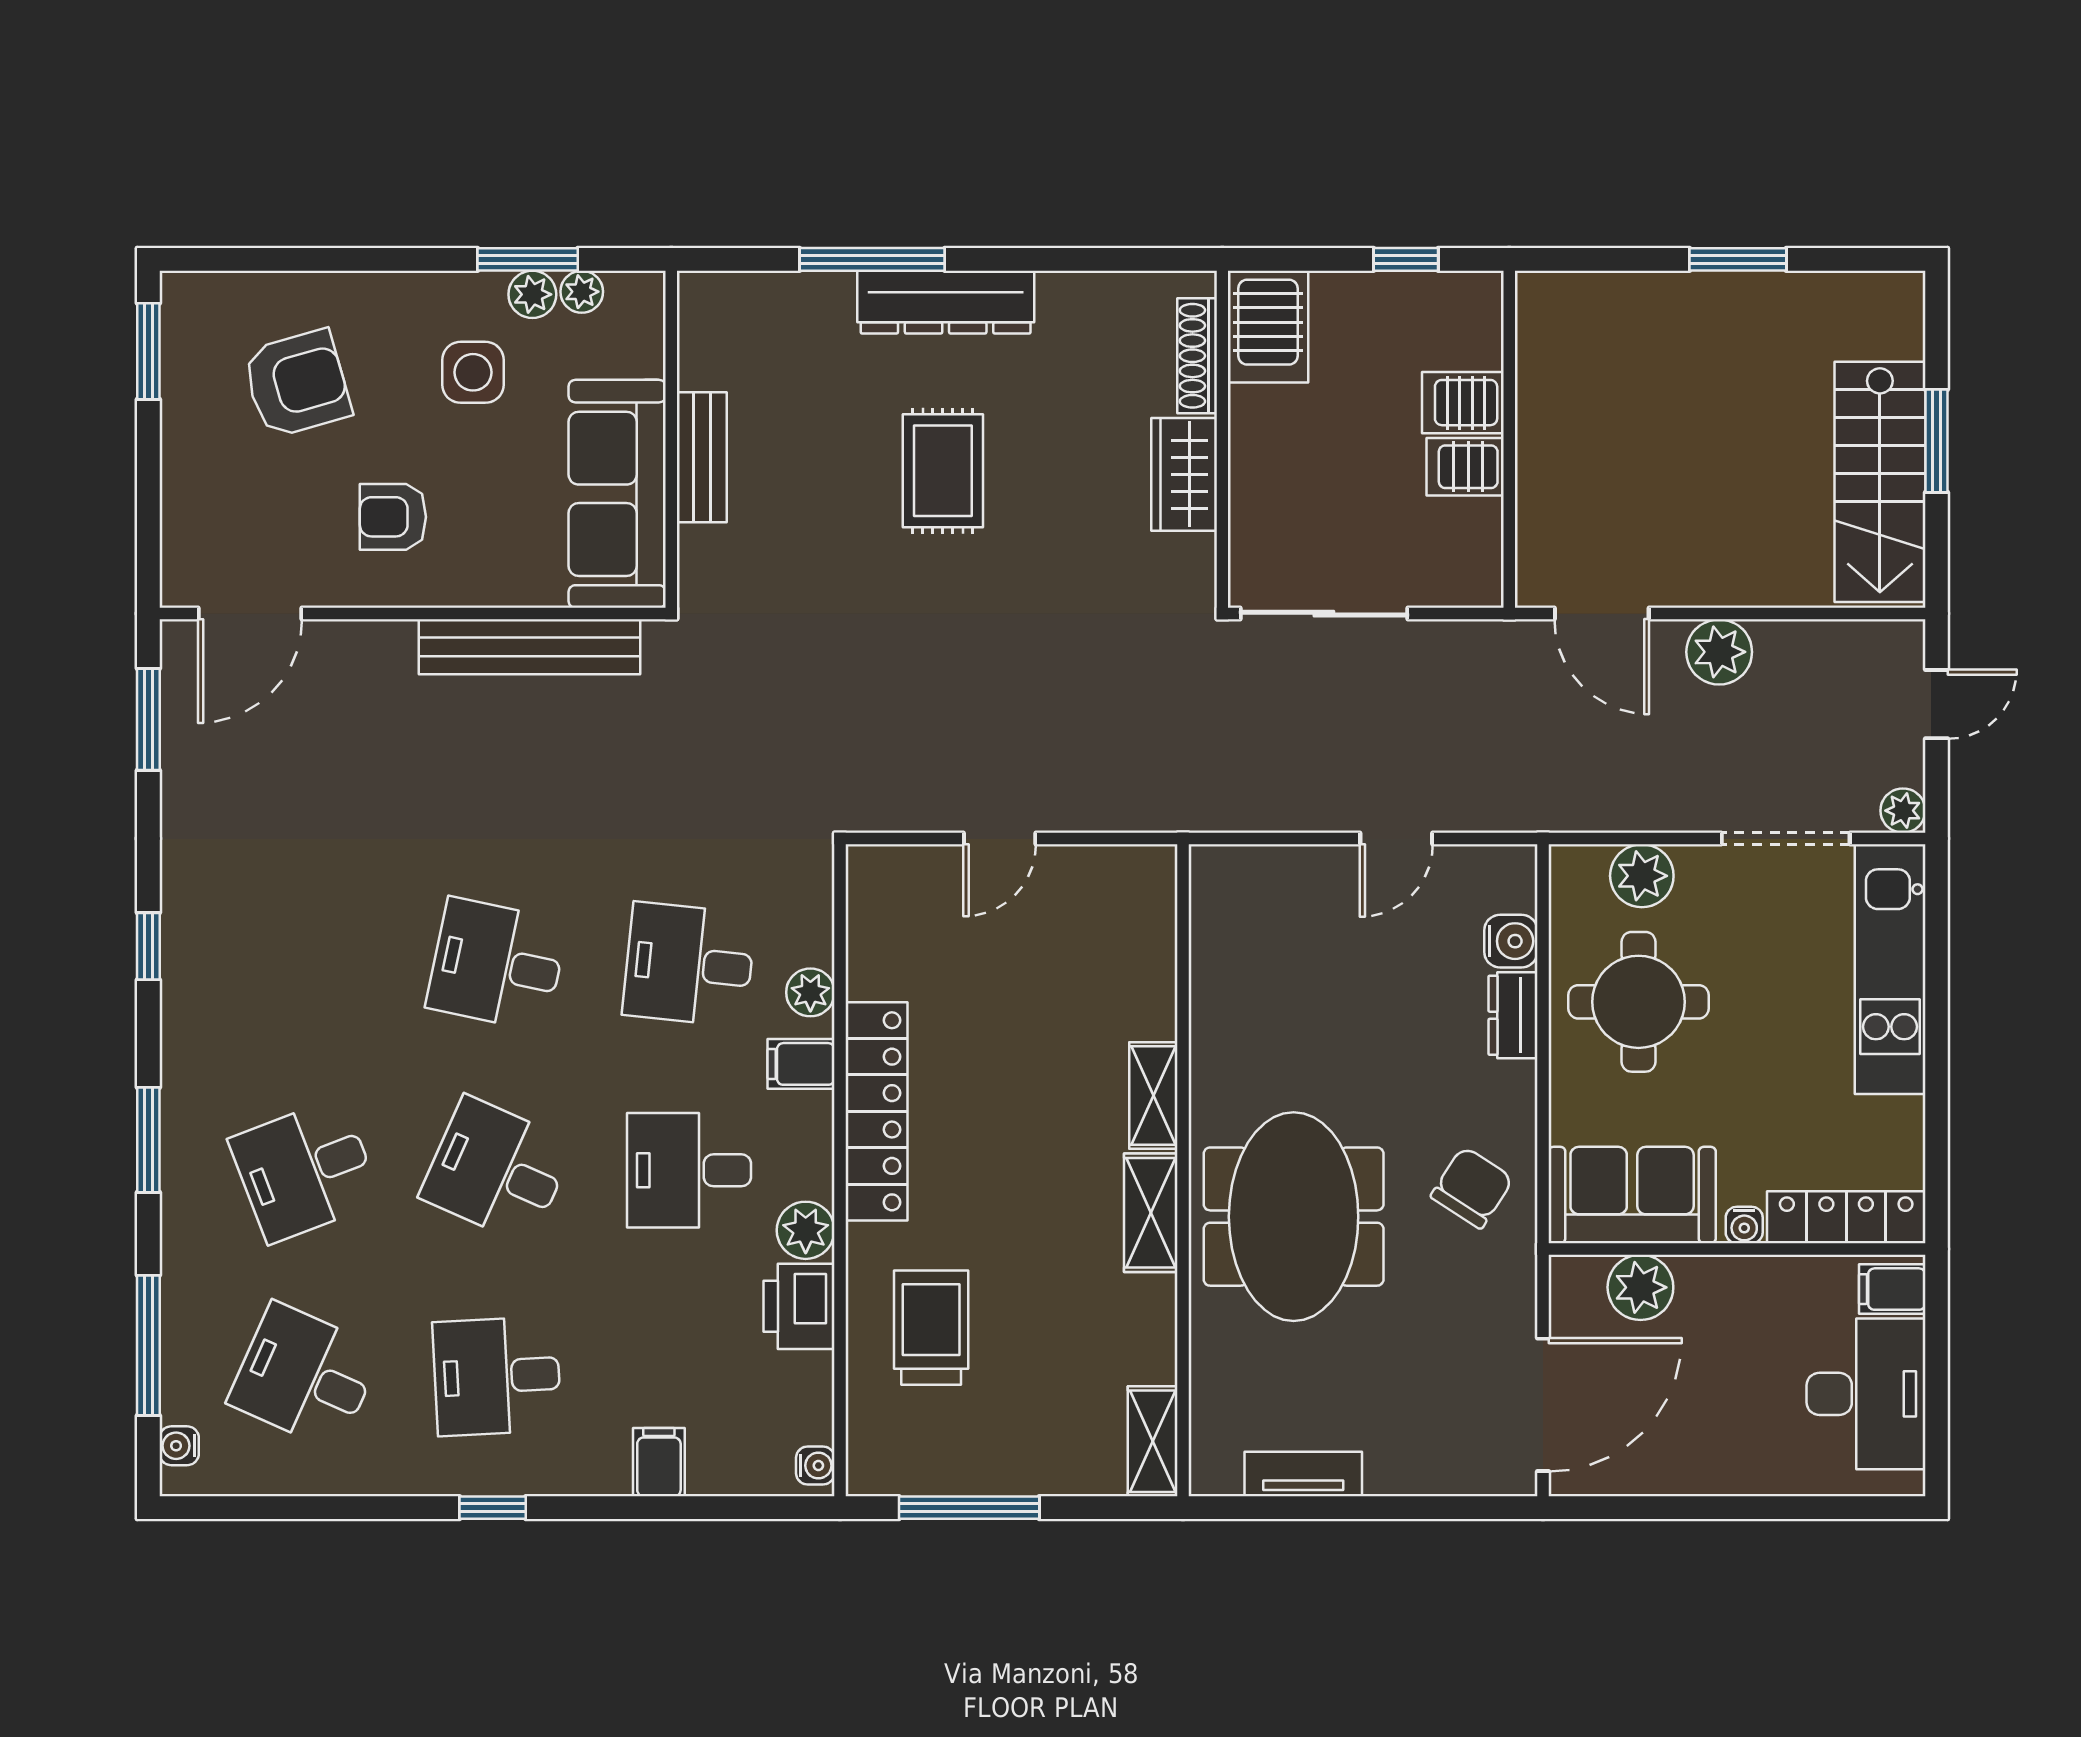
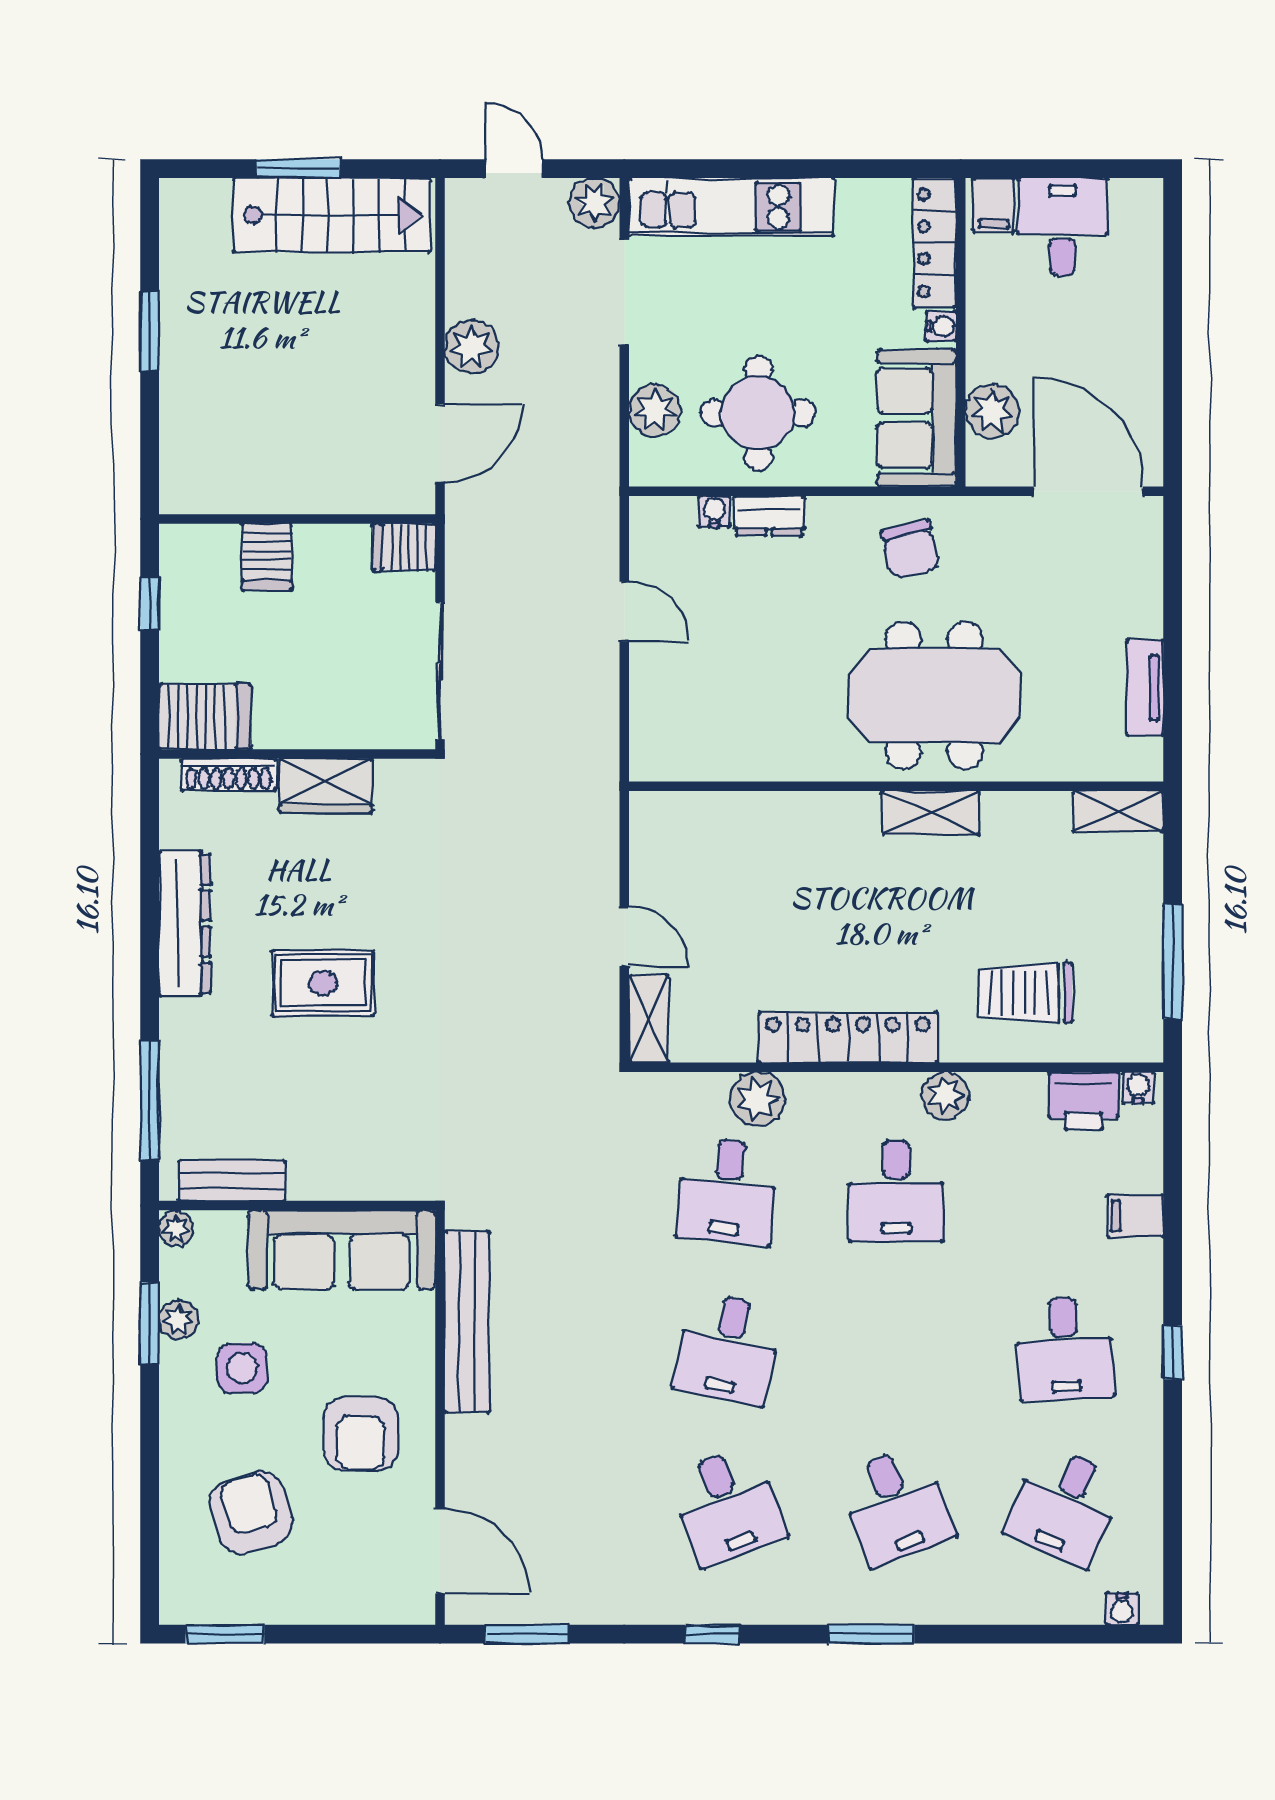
window: (872, 259) -> (150, 1100), moved
plant: (582, 292) -> (176, 1229), moved
dresser: (946, 302) -> (185, 924), moved
bench: (702, 457) -> (232, 1181), moved
server rack: (1465, 467) -> (404, 547), moved, turned 90
armchair: (393, 517) -> (361, 1434), width x1.38, depth x1.38
plant: (1903, 811) -> (595, 203), width x1.38, depth x1.38
water cooler: (1511, 941) -> (714, 512), width x0.72, depth x0.72
plant: (810, 992) -> (758, 1099), width x1.38, depth x1.38
filing cabinet: (801, 1064) -> (809, 1099), removed
shelving: (1153, 1096) -> (649, 1019), moved, turned 90
desk: (497, 1170) -> (727, 1506), moved, turned -45
chair: (1472, 1188) -> (910, 549), turned -136
printer: (799, 1306) -> (1084, 1101), moved
window: (148, 1345) -> (1040, 1634), removed
desk: (1866, 1394) -> (1063, 226), width x0.73

